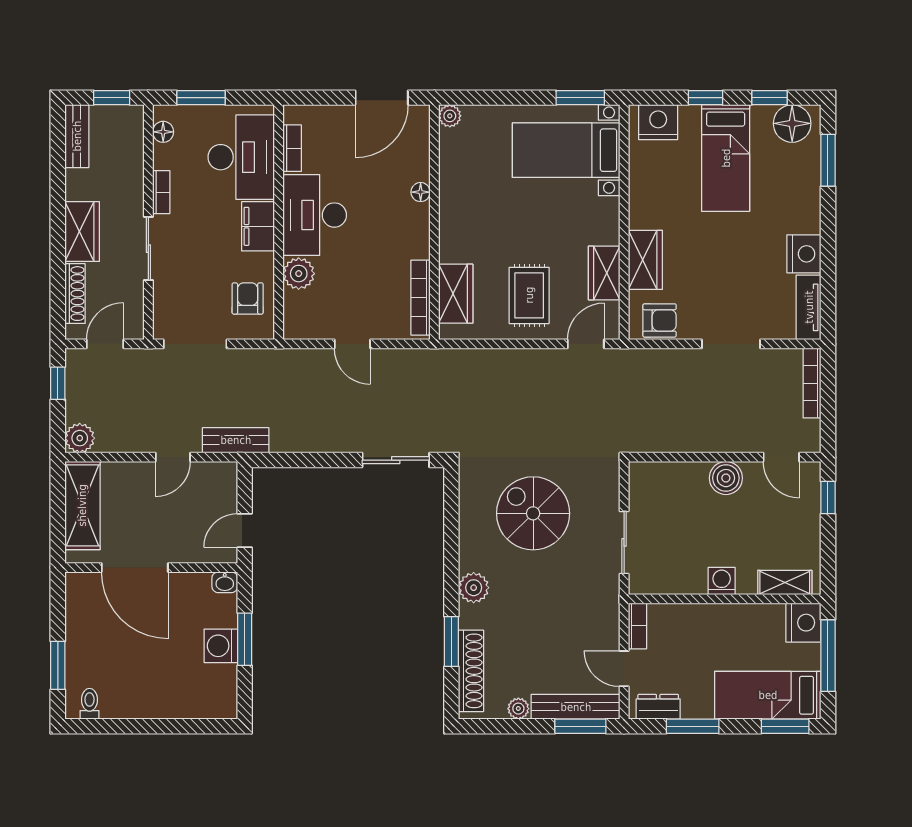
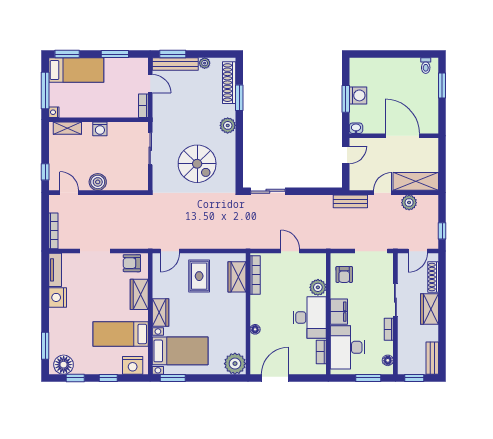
plant: (450, 116) -> (235, 364), width x1.88, depth x1.88
bed: (726, 158) -> (121, 334), moved, turned -90
wardrobe: (604, 273) -> (160, 312), moved
plant: (80, 438) -> (409, 203), moved
shelving: (82, 505) -> (416, 181), moved, turned 90
nightstand: (803, 623) -> (54, 112), width x0.53, depth x0.56
dresser: (658, 707) -> (133, 64), removed

